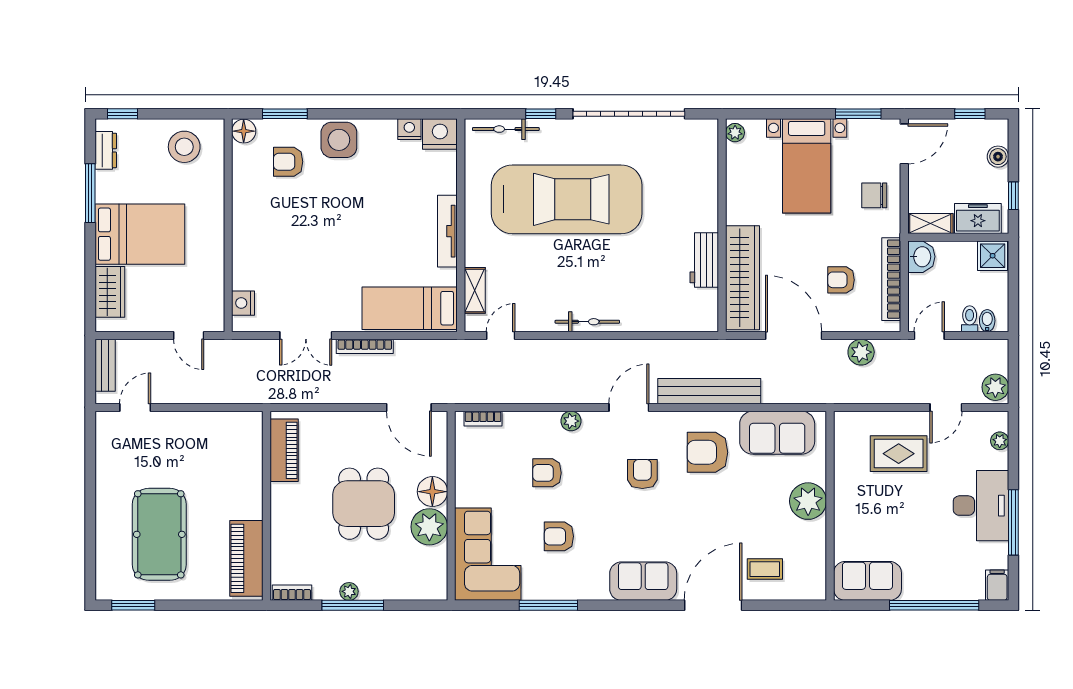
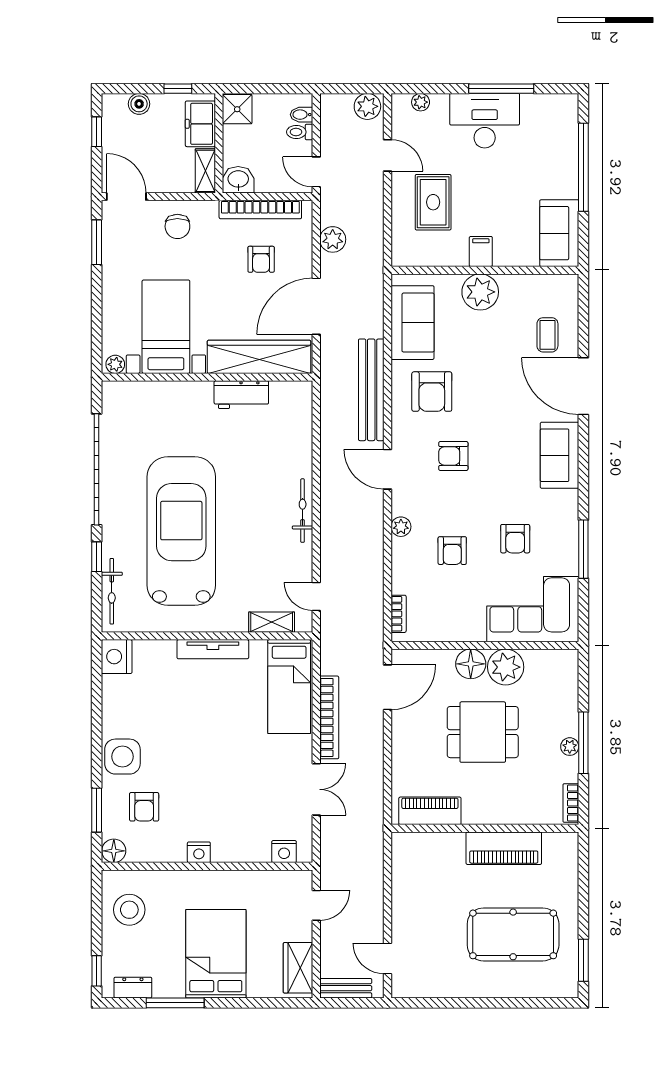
nightstand: (409, 129) -> (199, 852), moved, turned -90
bed with nightstands: (807, 166) -> (166, 327), moved, turned -90
wardrobe: (110, 292) -> (298, 968), moved, turned -90
bookcase: (365, 346) -> (329, 717), width x1.48, depth x1.31
piano: (246, 558) -> (504, 848), moved
filing cabinet: (997, 585) -> (481, 251), moved, turned 90

